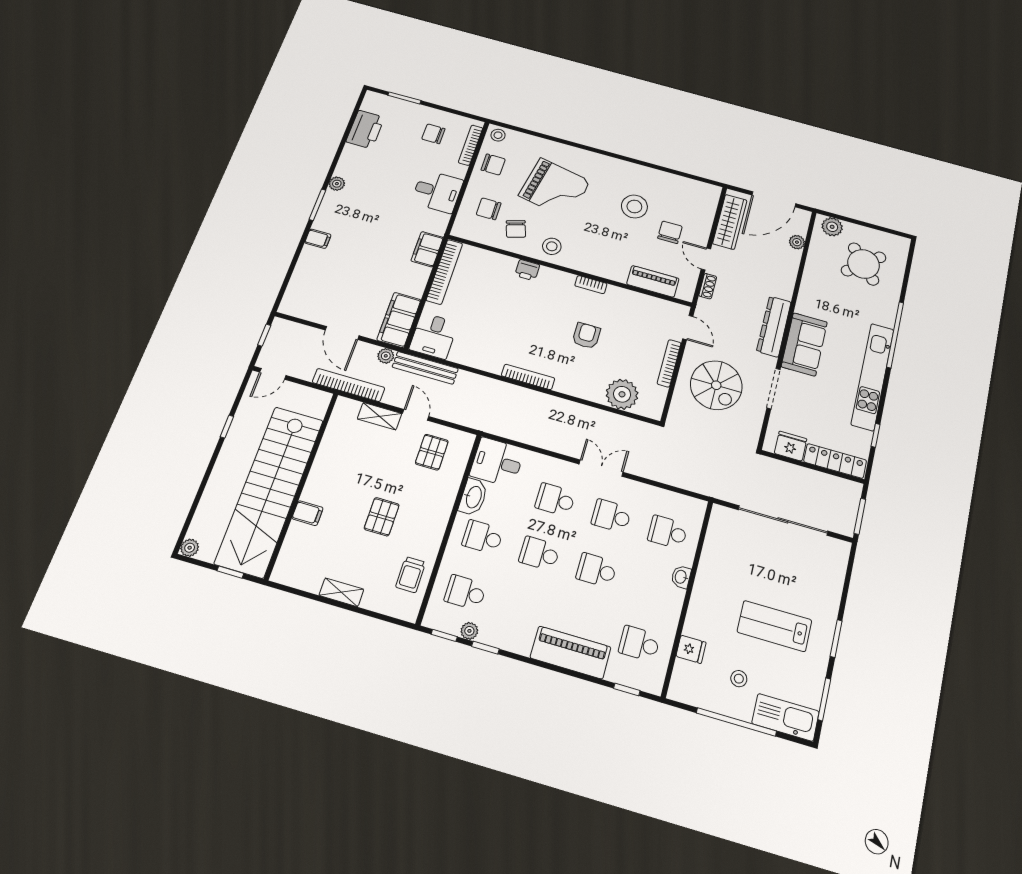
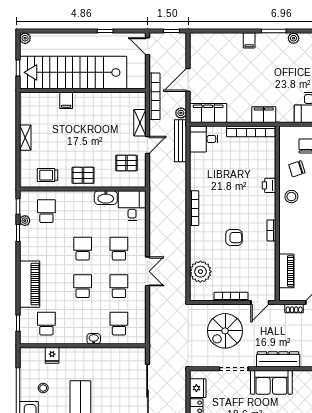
pallet: (382, 517) -> (83, 175), moved
school desk: (483, 537) -> (83, 211), removed

